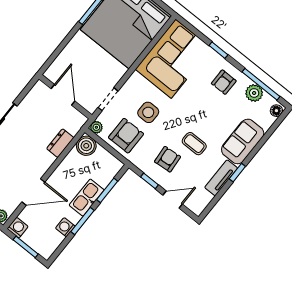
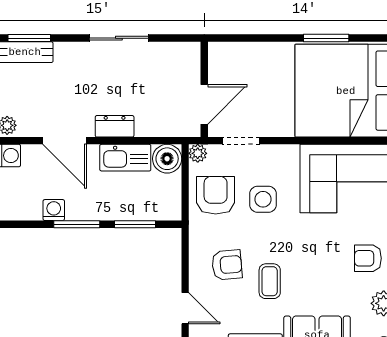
door: (63, 95) -> (204, 104), moved
armchair: (126, 136) -> (216, 195), turned -90
dresser: (60, 143) -> (115, 126), moved
window: (149, 181) -> (185, 264), removed
kitchen sink: (87, 198) -> (125, 158), moved, turned 180

